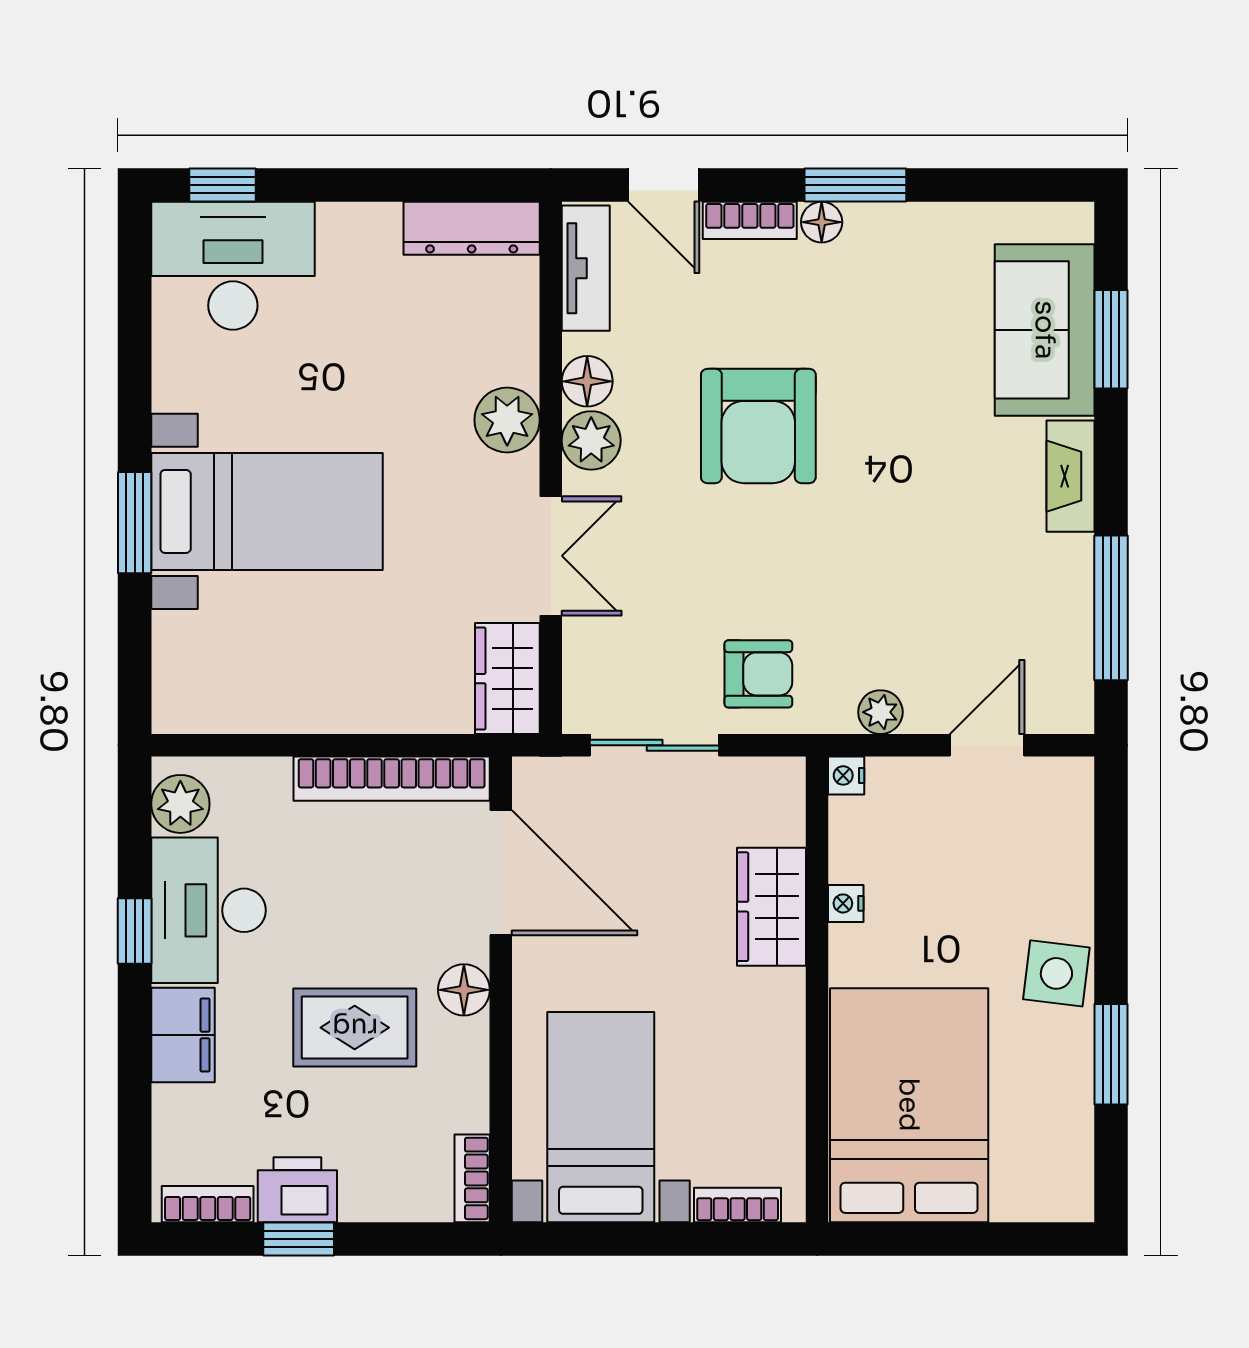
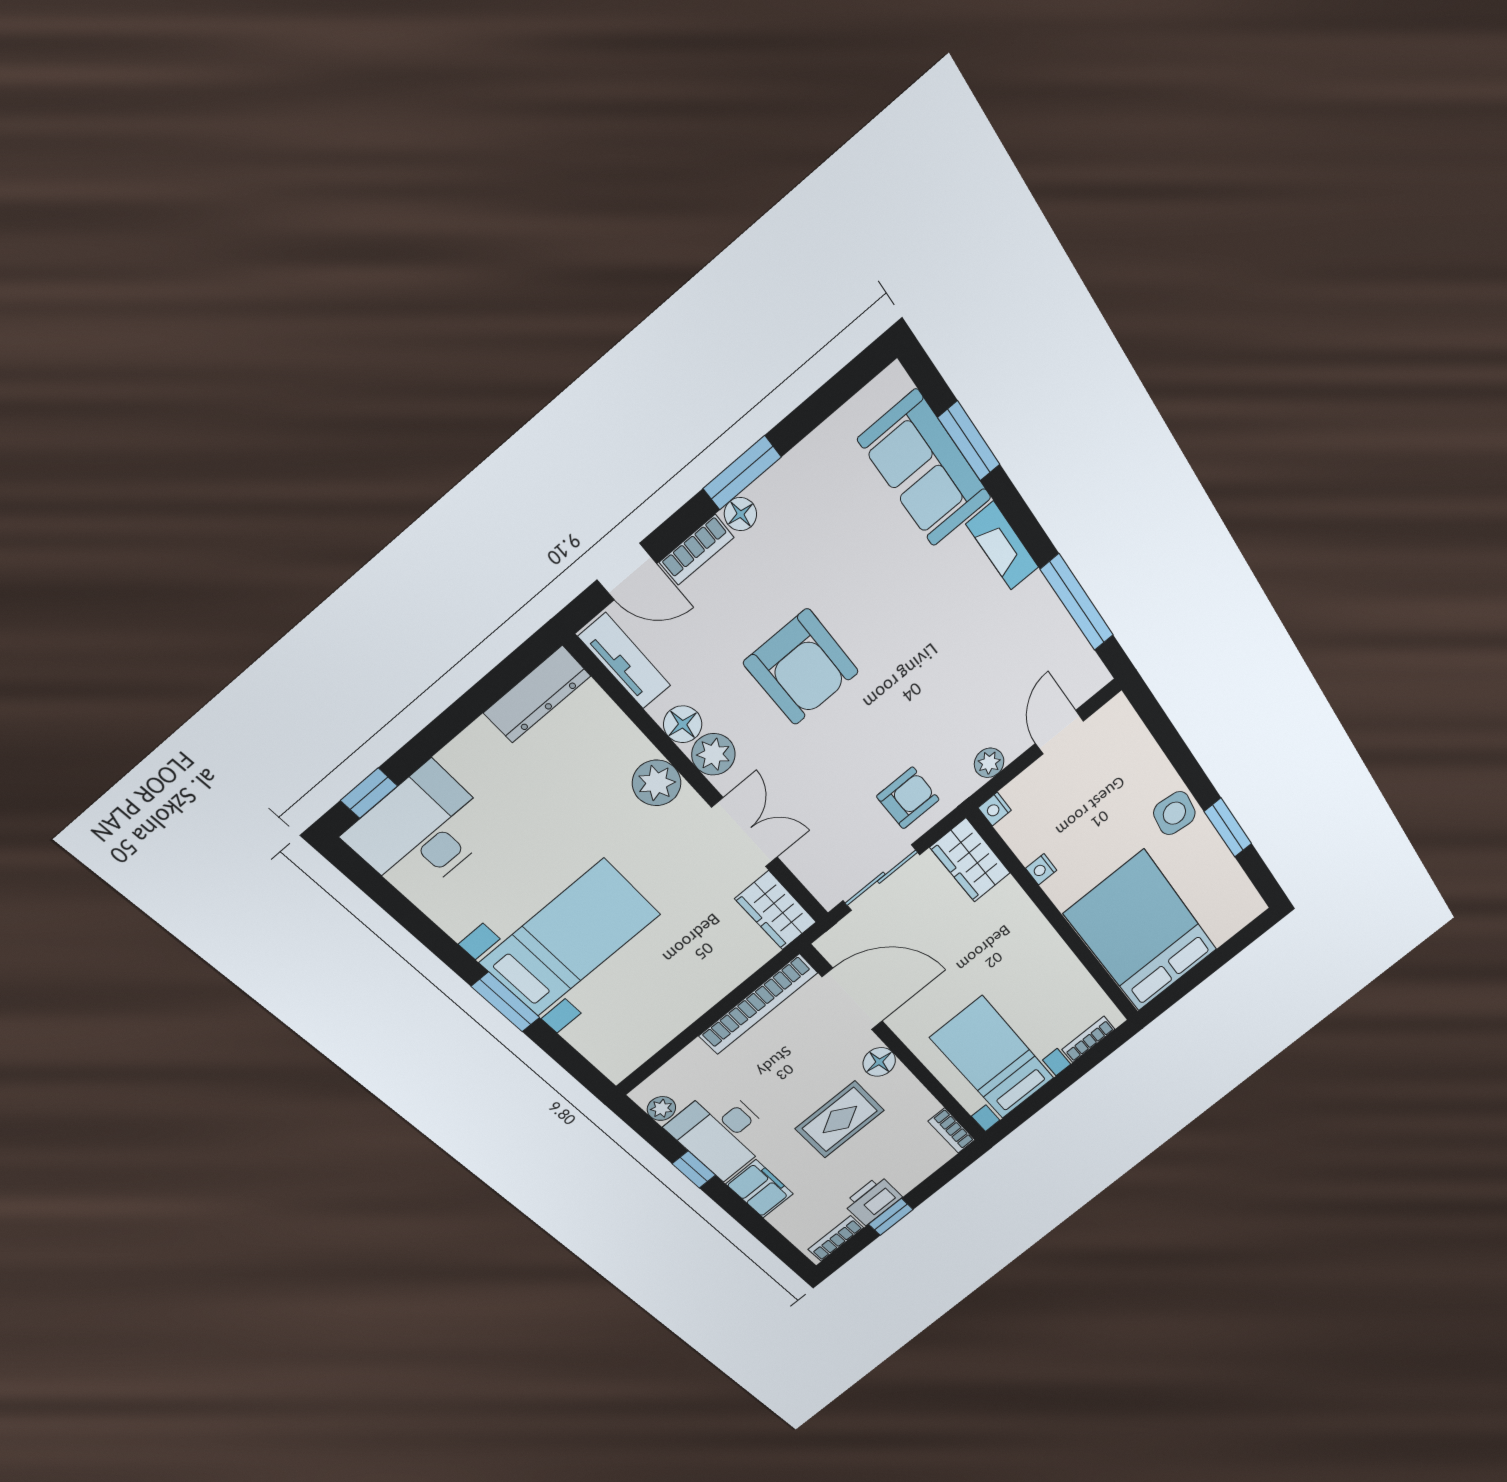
plant: (180, 804) -> (661, 1108), width x0.73, depth x0.73
wardrobe: (772, 907) -> (970, 860), moved

